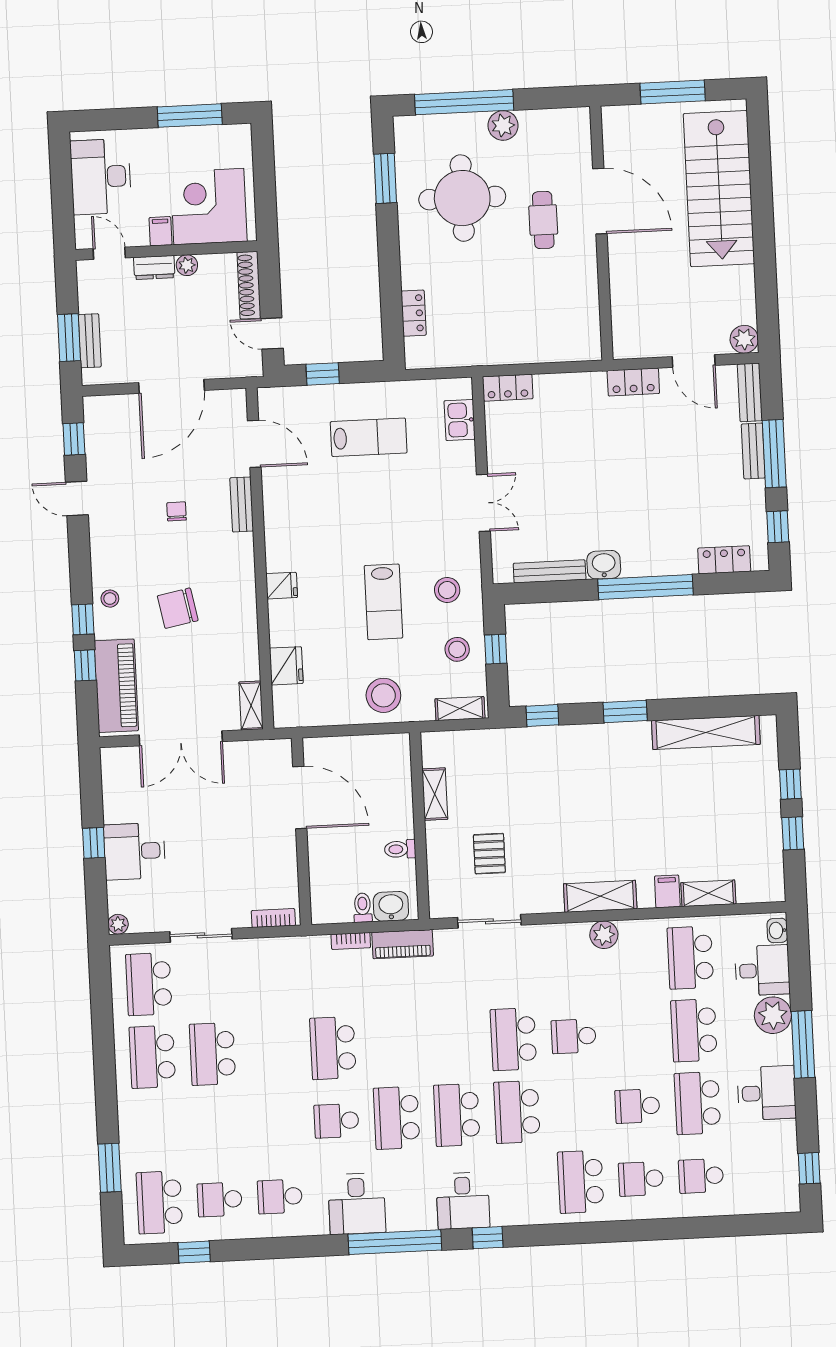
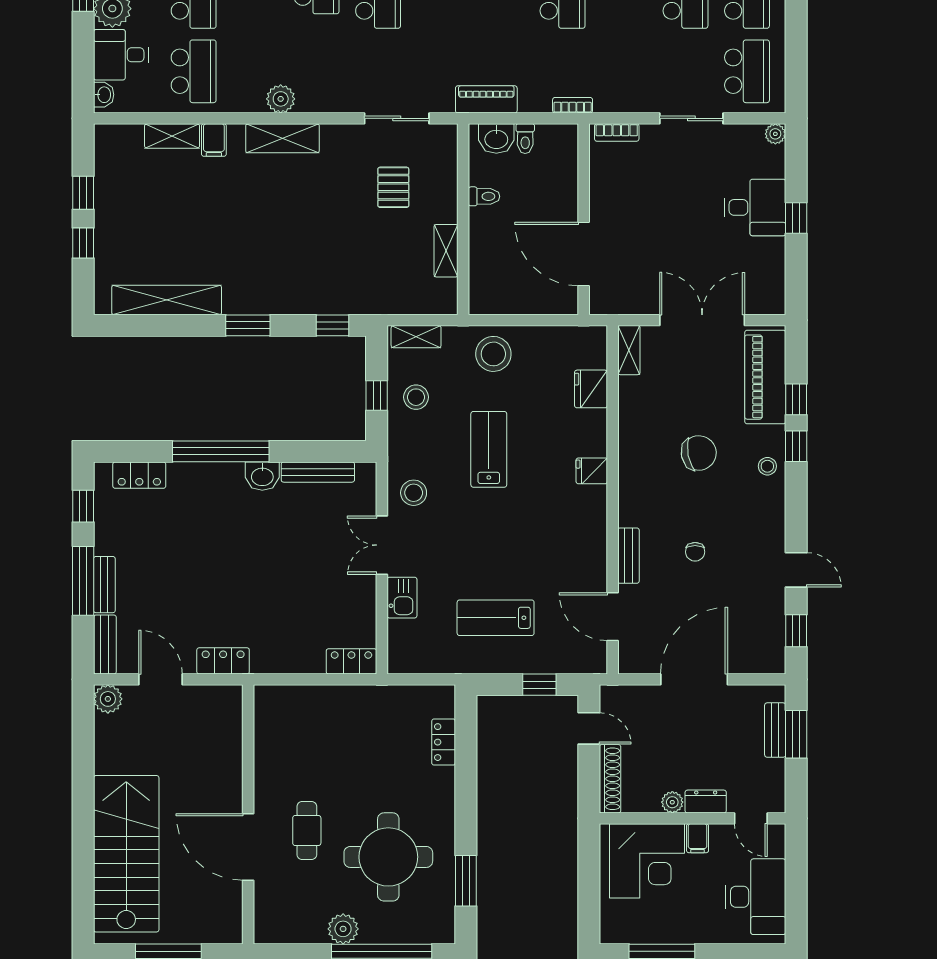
kitchen sink: (460, 420) -> (402, 598), moved
stool: (447, 590) -> (414, 493), moved
bookcase: (351, 941) -> (573, 105), moved

